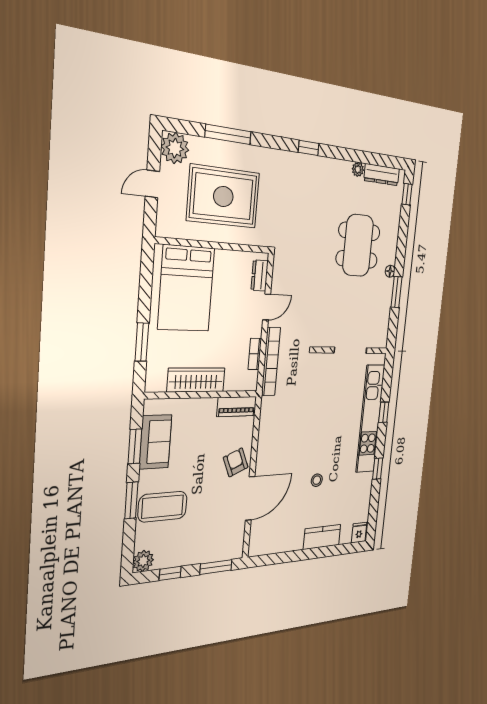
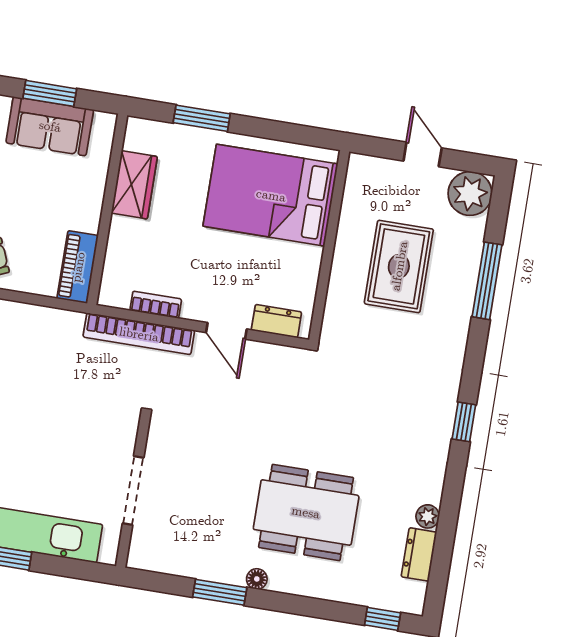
dresser: (382, 175) -> (419, 554), width x0.70
rug: (223, 197) -> (399, 266), width x0.73, depth x0.69
wardrobe: (196, 380) -> (134, 185), width x0.67

